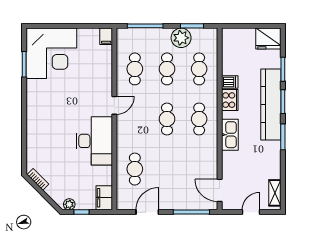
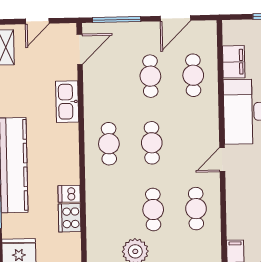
cafe table: (199, 69) -> (150, 76), moved
cooker: (230, 100) -> (70, 218), moved
kitchen sink: (230, 135) -> (67, 102), moved
door: (220, 190) -> (80, 49), hinge flipped
filing cabinet: (104, 198) -> (234, 62), moved

